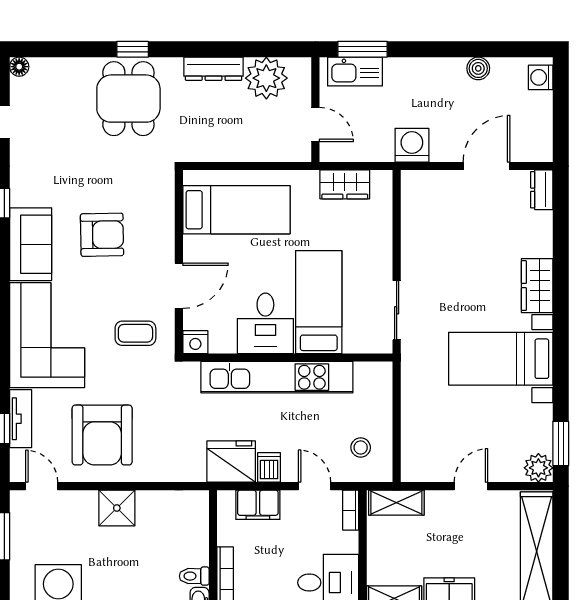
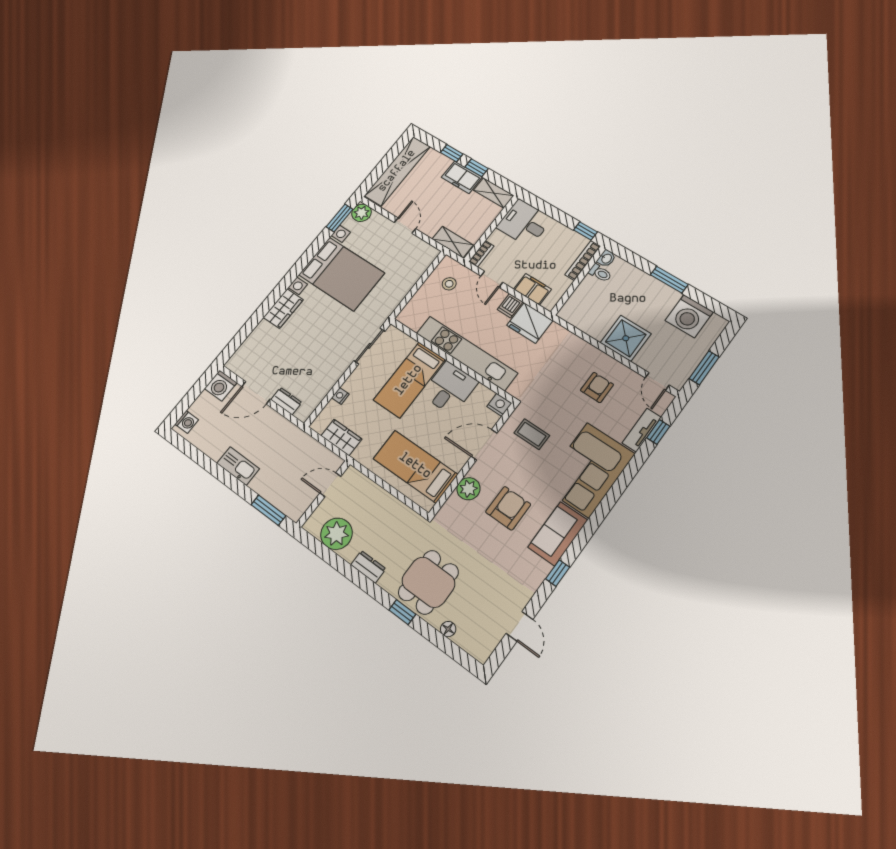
floor lamp: (19, 67) -> (448, 629), moved
boiler: (478, 68) -> (215, 451), removed
dresser: (214, 69) -> (368, 567), width x0.70
kitchen sink: (355, 72) -> (238, 466), moved
door: (315, 124) -> (330, 485), hinge flipped
washing machine: (412, 145) -> (221, 386), moved
dresser: (542, 190) -> (286, 401), moved, turned -90
plant: (160, 226) -> (468, 489), added
nightstand: (384, 230) -> (340, 396), added
armchair: (102, 235) -> (508, 508), turned 91
bed with nightstands: (501, 359) -> (341, 274), width x1.36
armchair: (102, 435) -> (597, 387), width x0.53, depth x0.53
door: (471, 486) -> (405, 226), swing flipped
shower: (117, 508) -> (626, 338), width x1.36, depth x1.36

